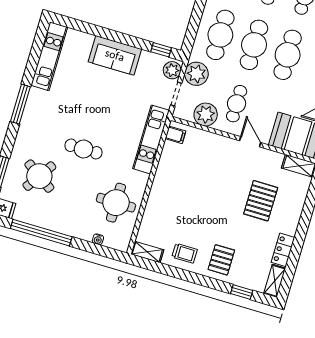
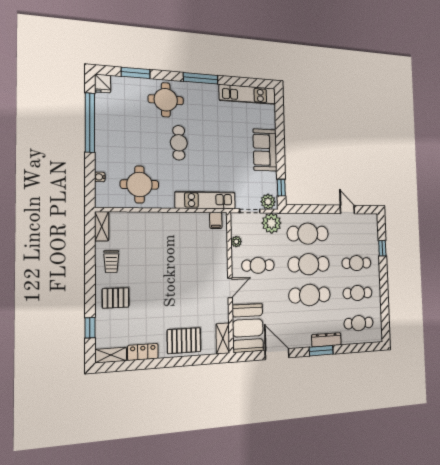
plant: (206, 114) -> (236, 242), width x0.53, depth x0.53
round table: (39, 176) -> (166, 100), moved, turned -34
pallet: (261, 201) -> (184, 341), moved

